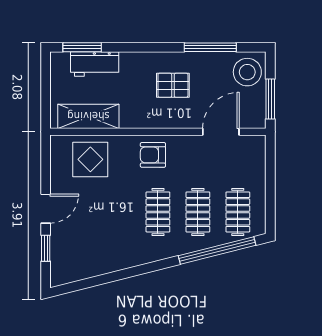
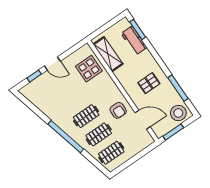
pallet: (173, 85) -> (149, 83), turned 90
armchair: (153, 155) -> (118, 110), moved, turned 180
window: (217, 250) -> (66, 137), moved

